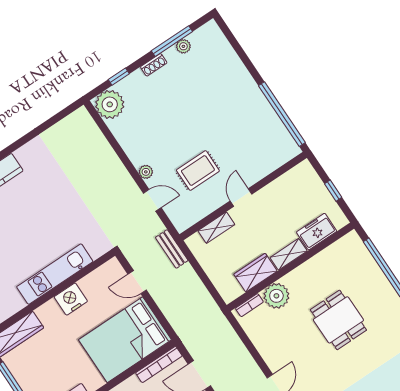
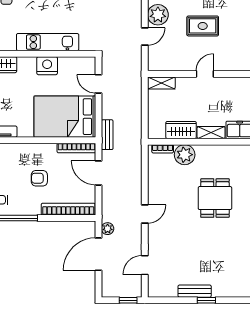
rug: (198, 170) -> (203, 26), moved
plant: (146, 172) -> (158, 15), width x1.87, depth x1.87
door: (152, 200) -> (145, 36), hinge flipped
shelving: (216, 228) -> (161, 83), moved
bench: (172, 249) -> (107, 135), moved

